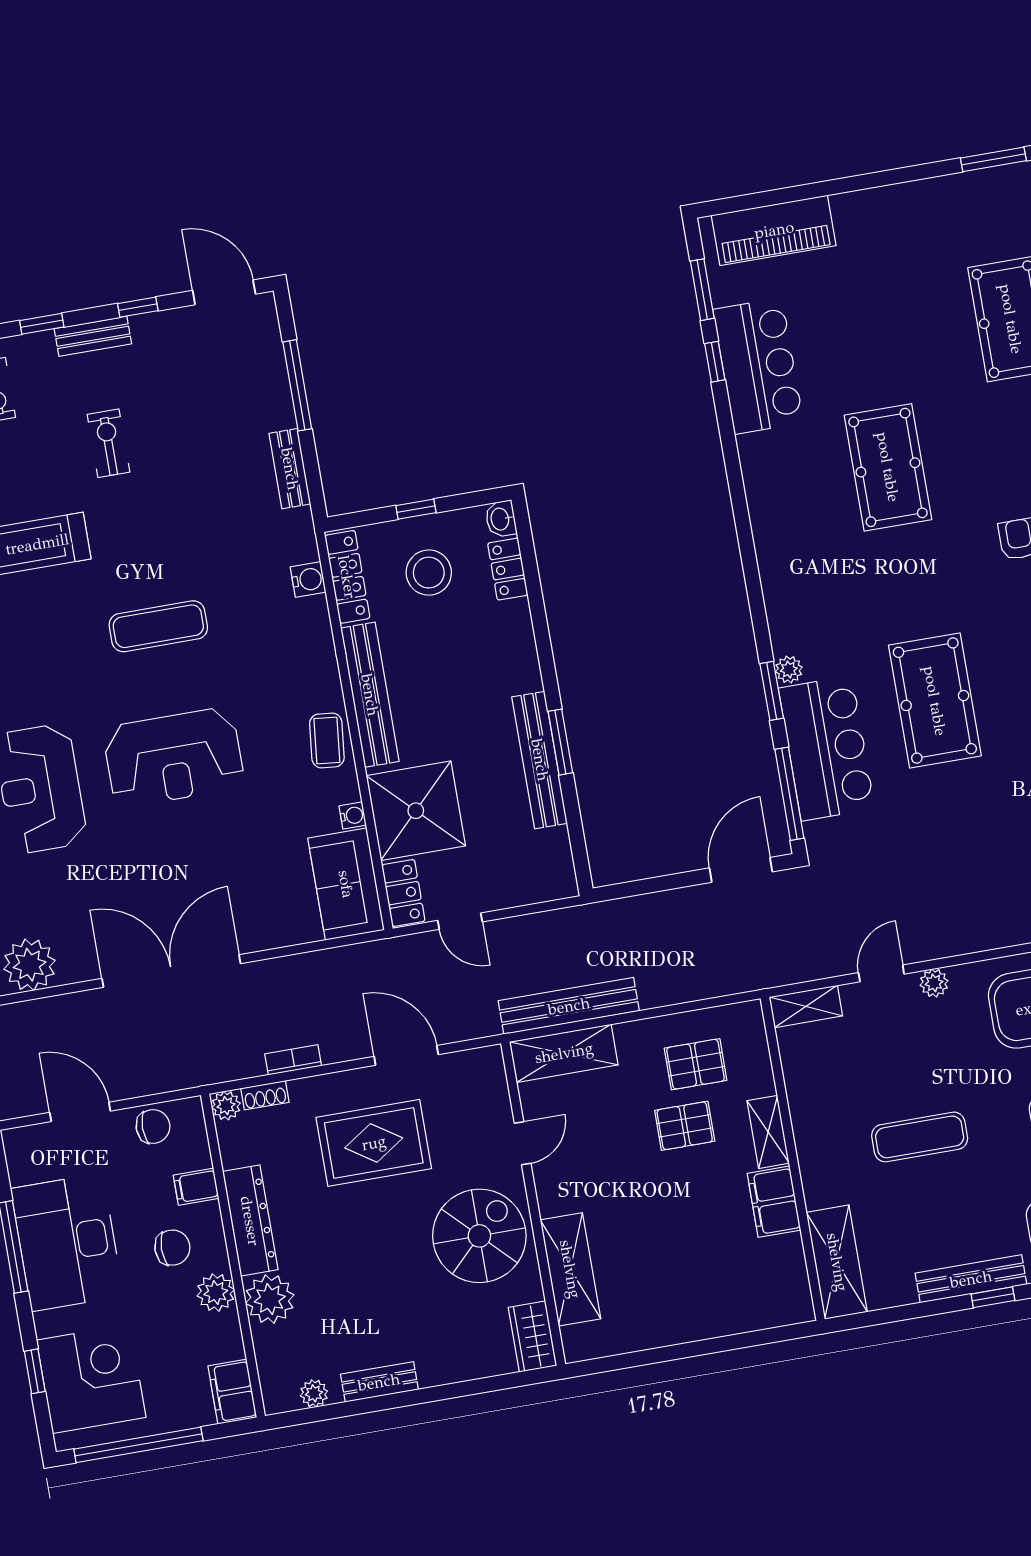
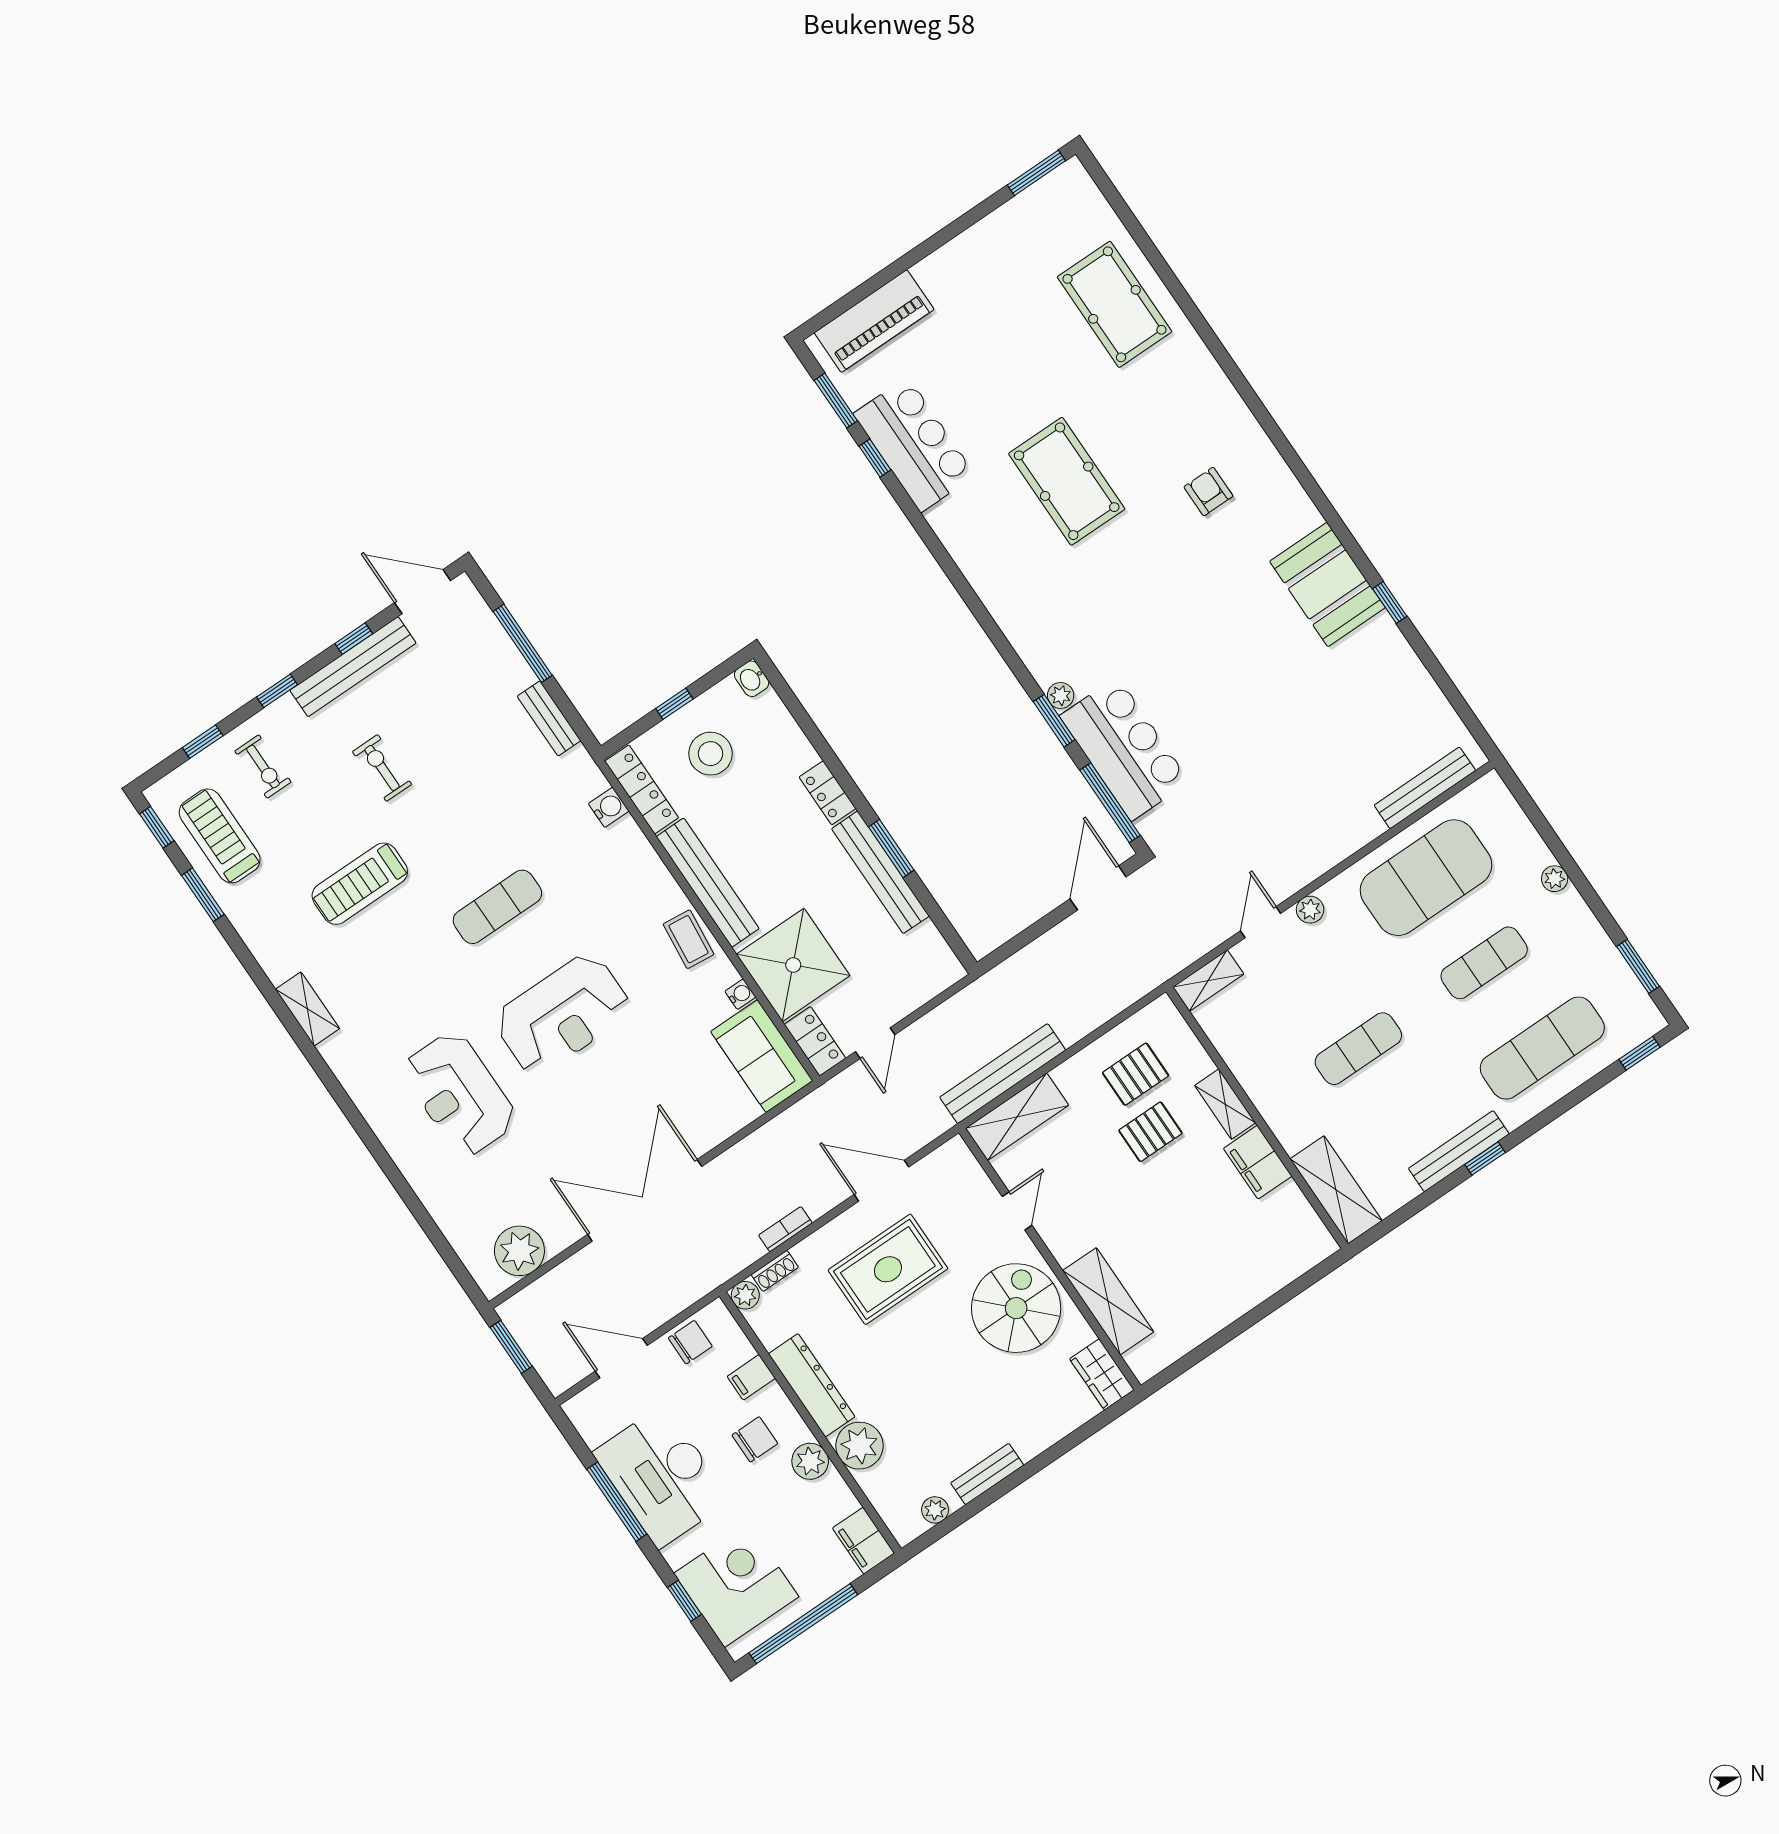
bench: (93, 336) -> (353, 667), width x1.86, depth x1.21
locker: (508, 569) -> (827, 793), moved
pool table: (935, 701) -> (1199, 665), removed
door: (460, 921) -> (875, 1043), hinge flipped

